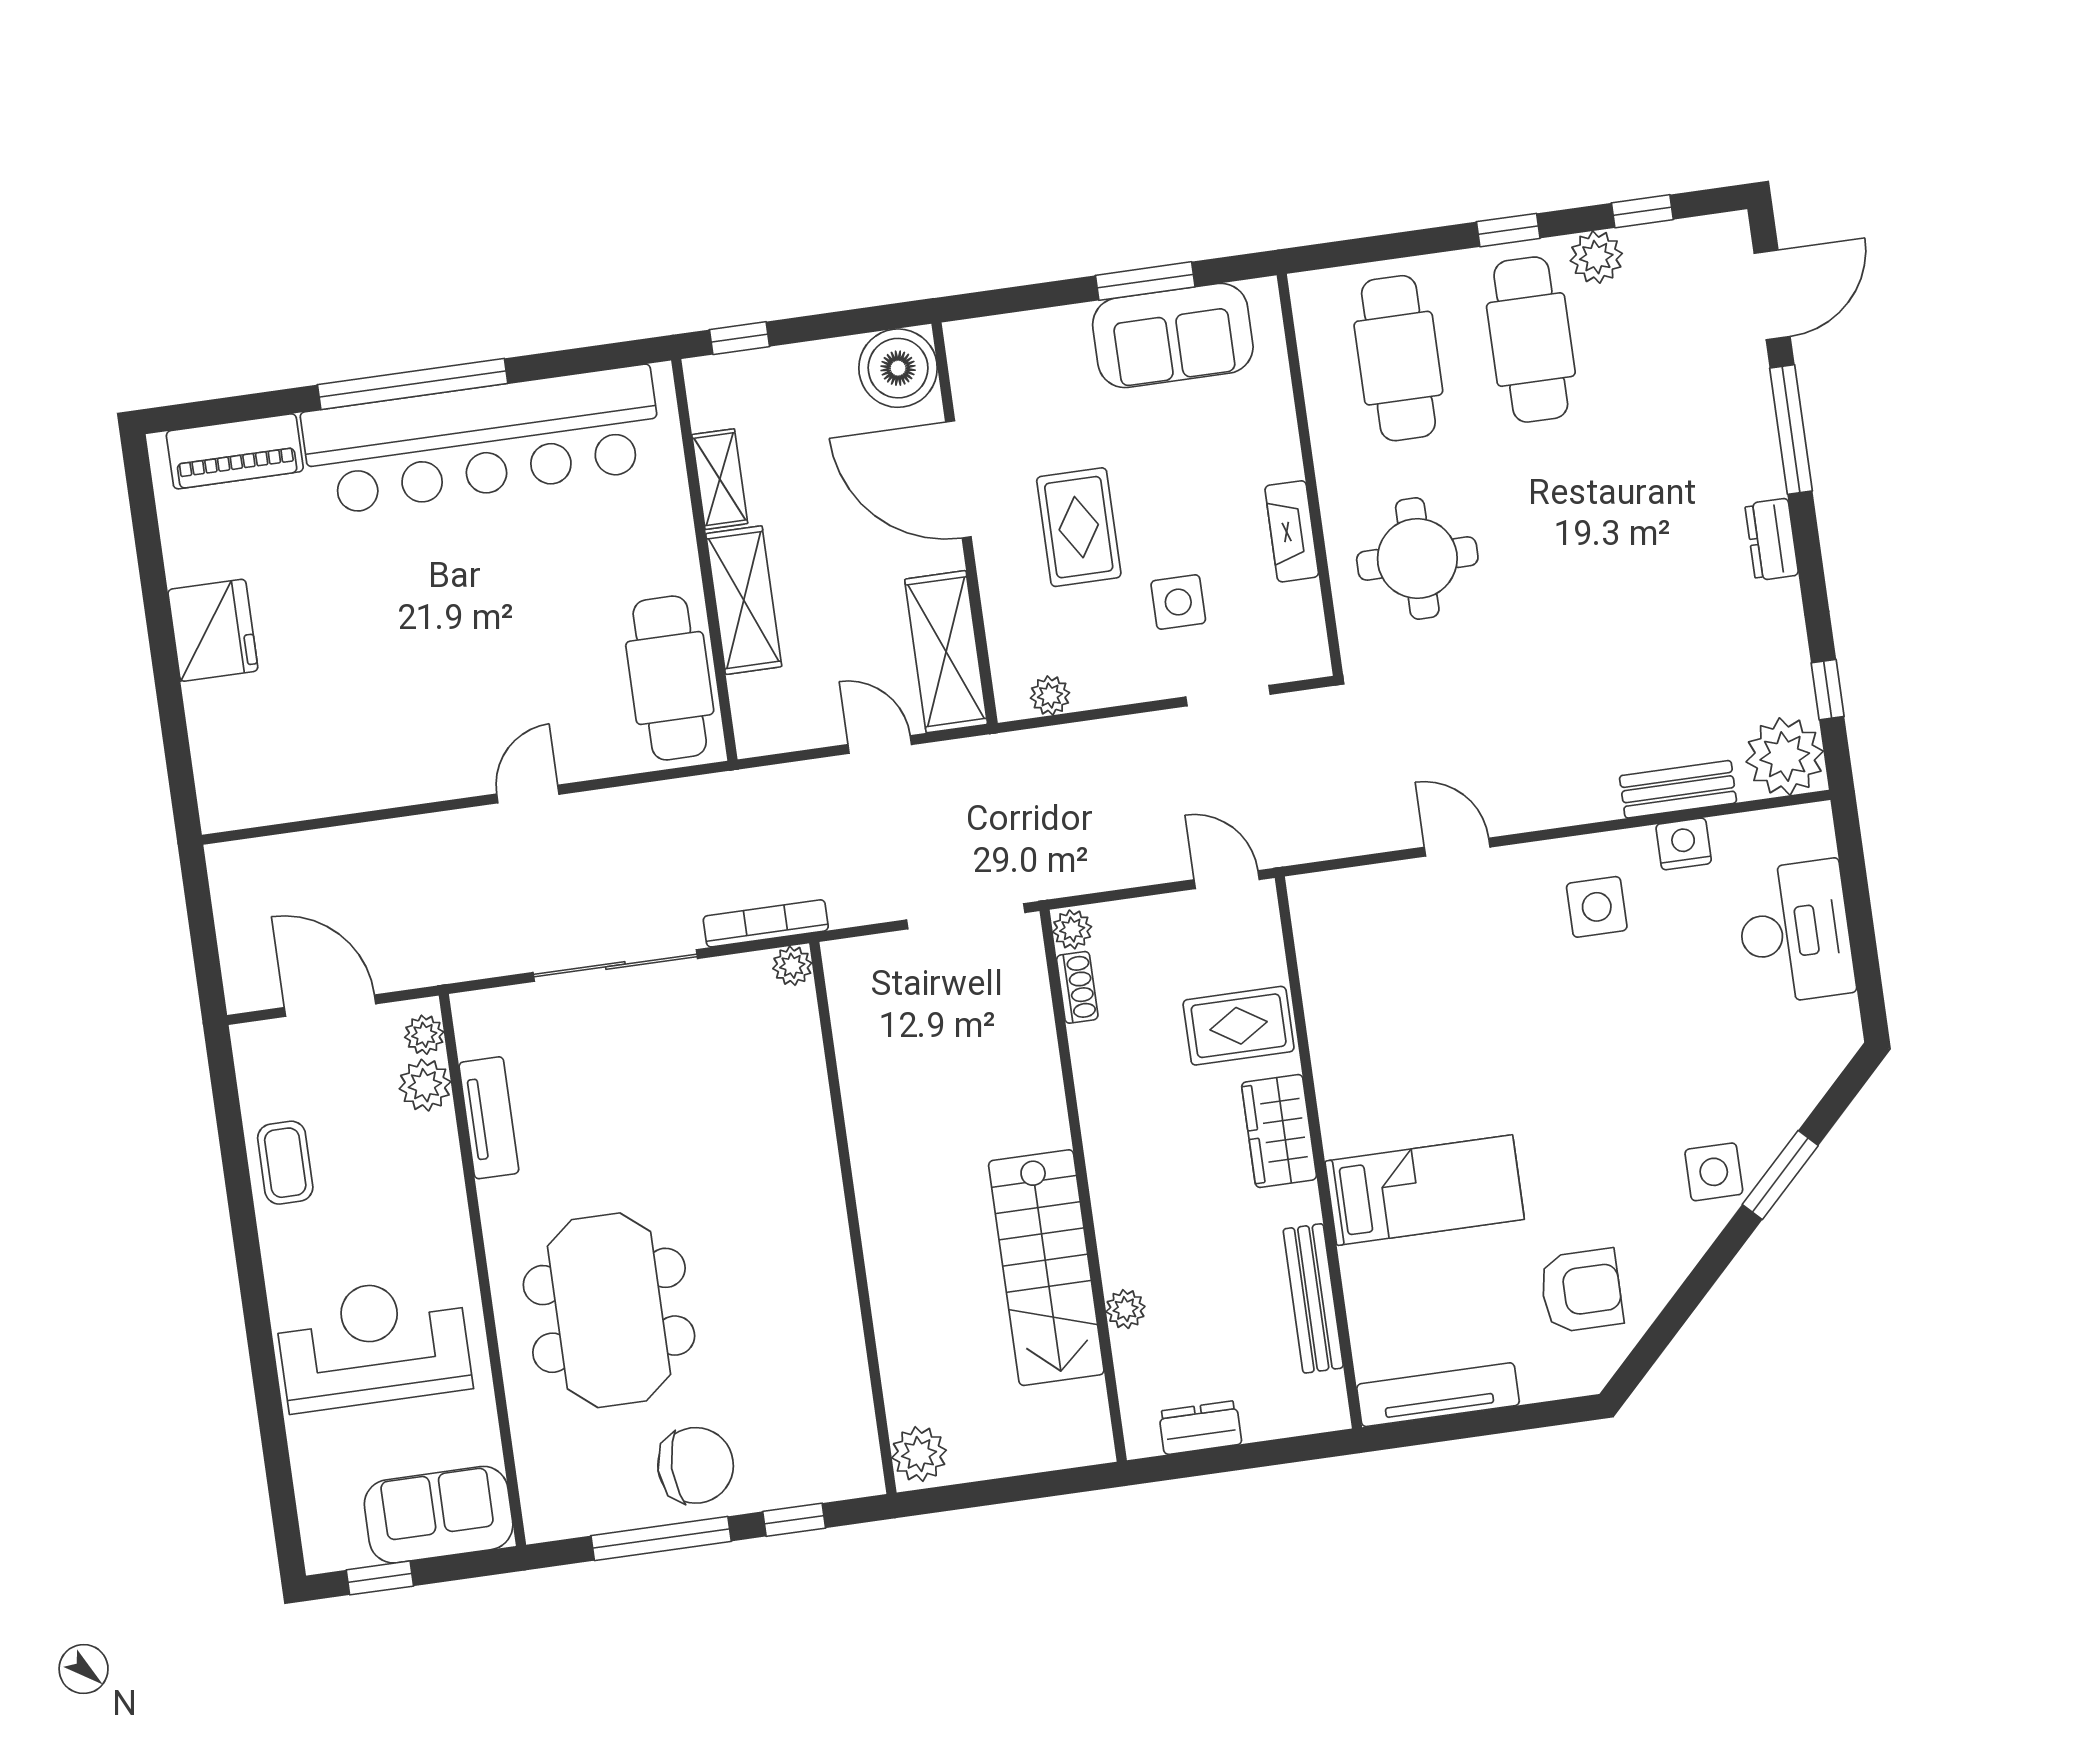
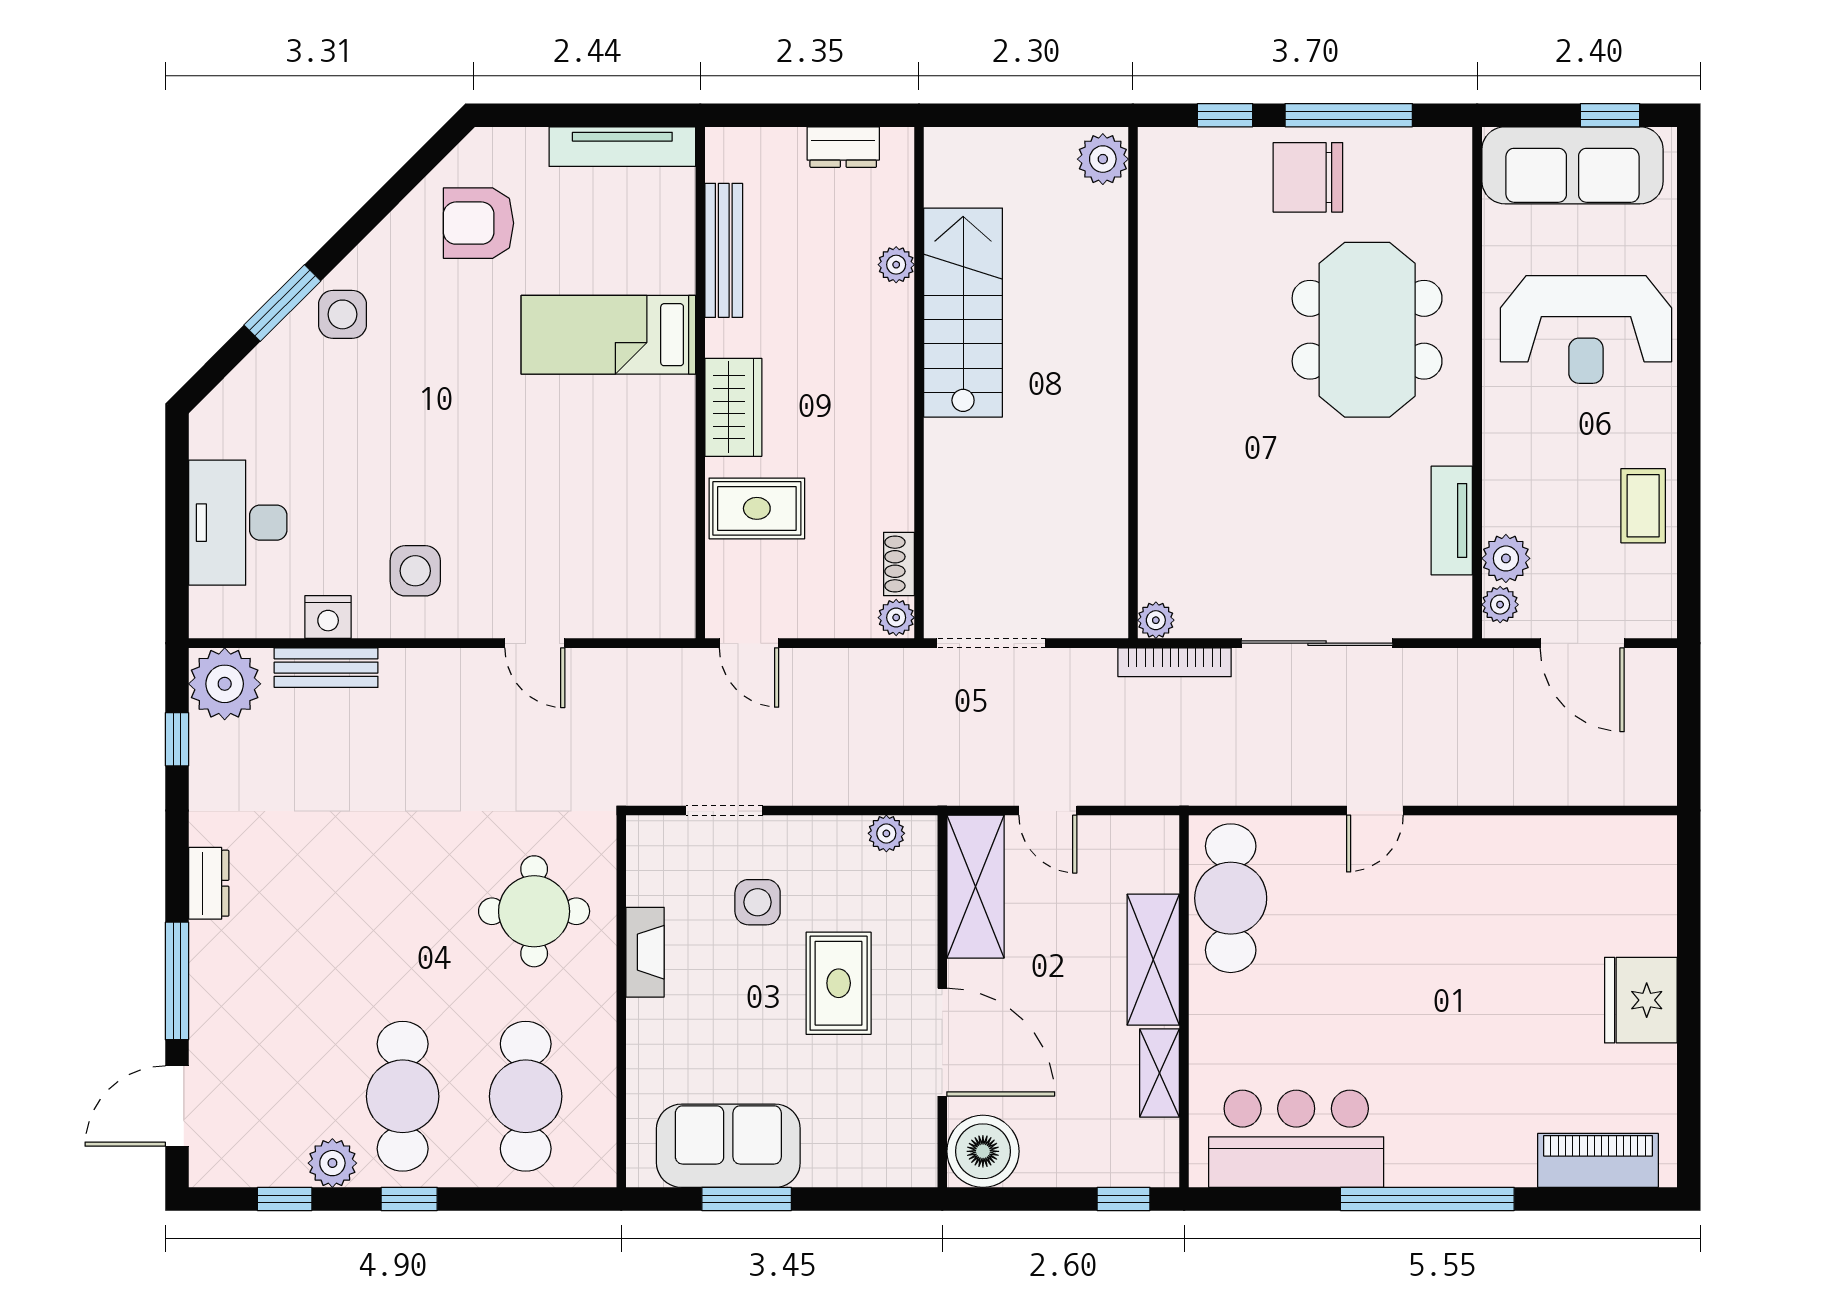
bar counter: (482, 440) -> (1296, 1139), width x0.54
sofa: (439, 1515) -> (1572, 165), width x1.36

